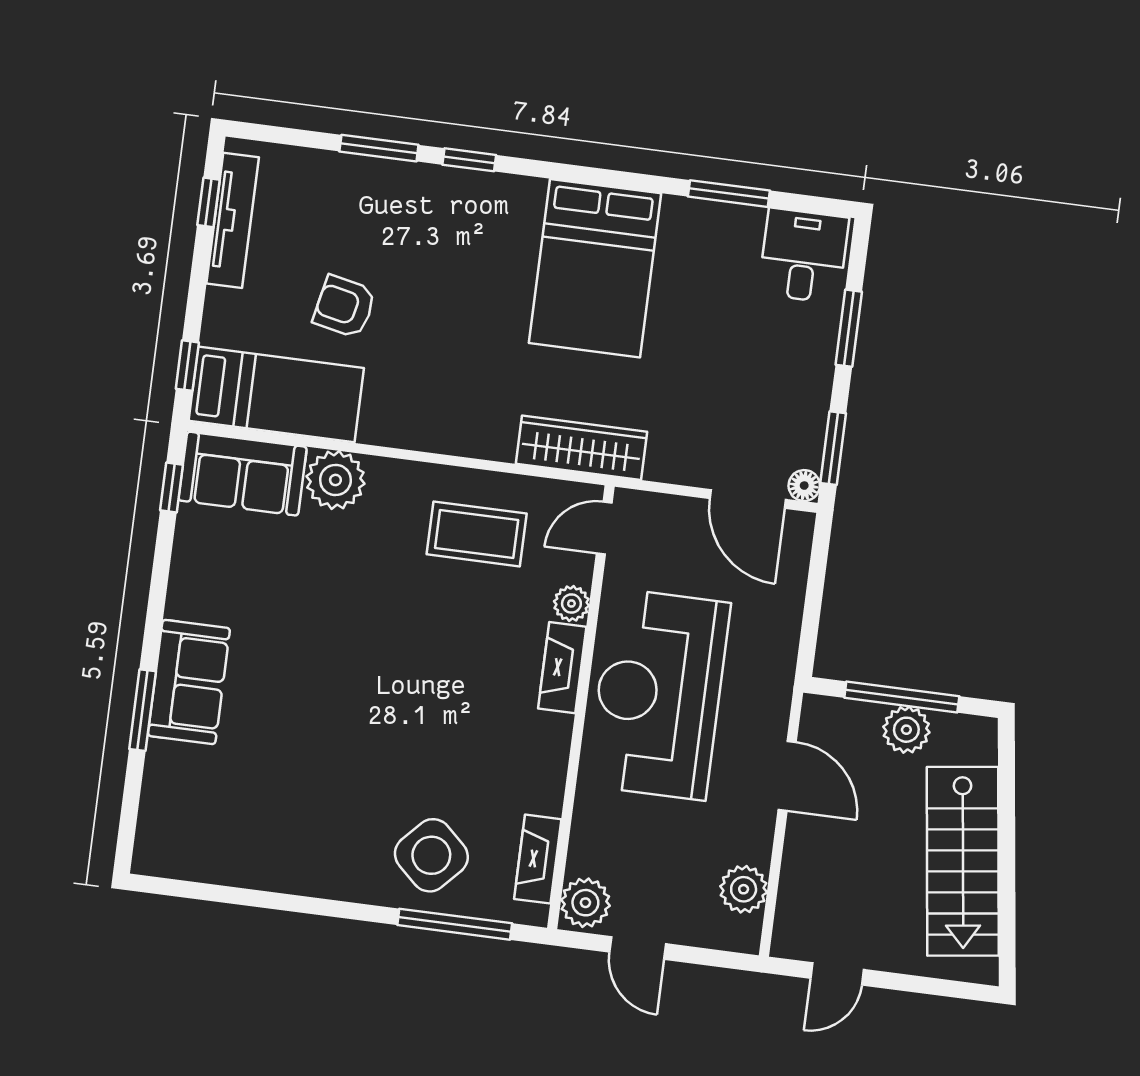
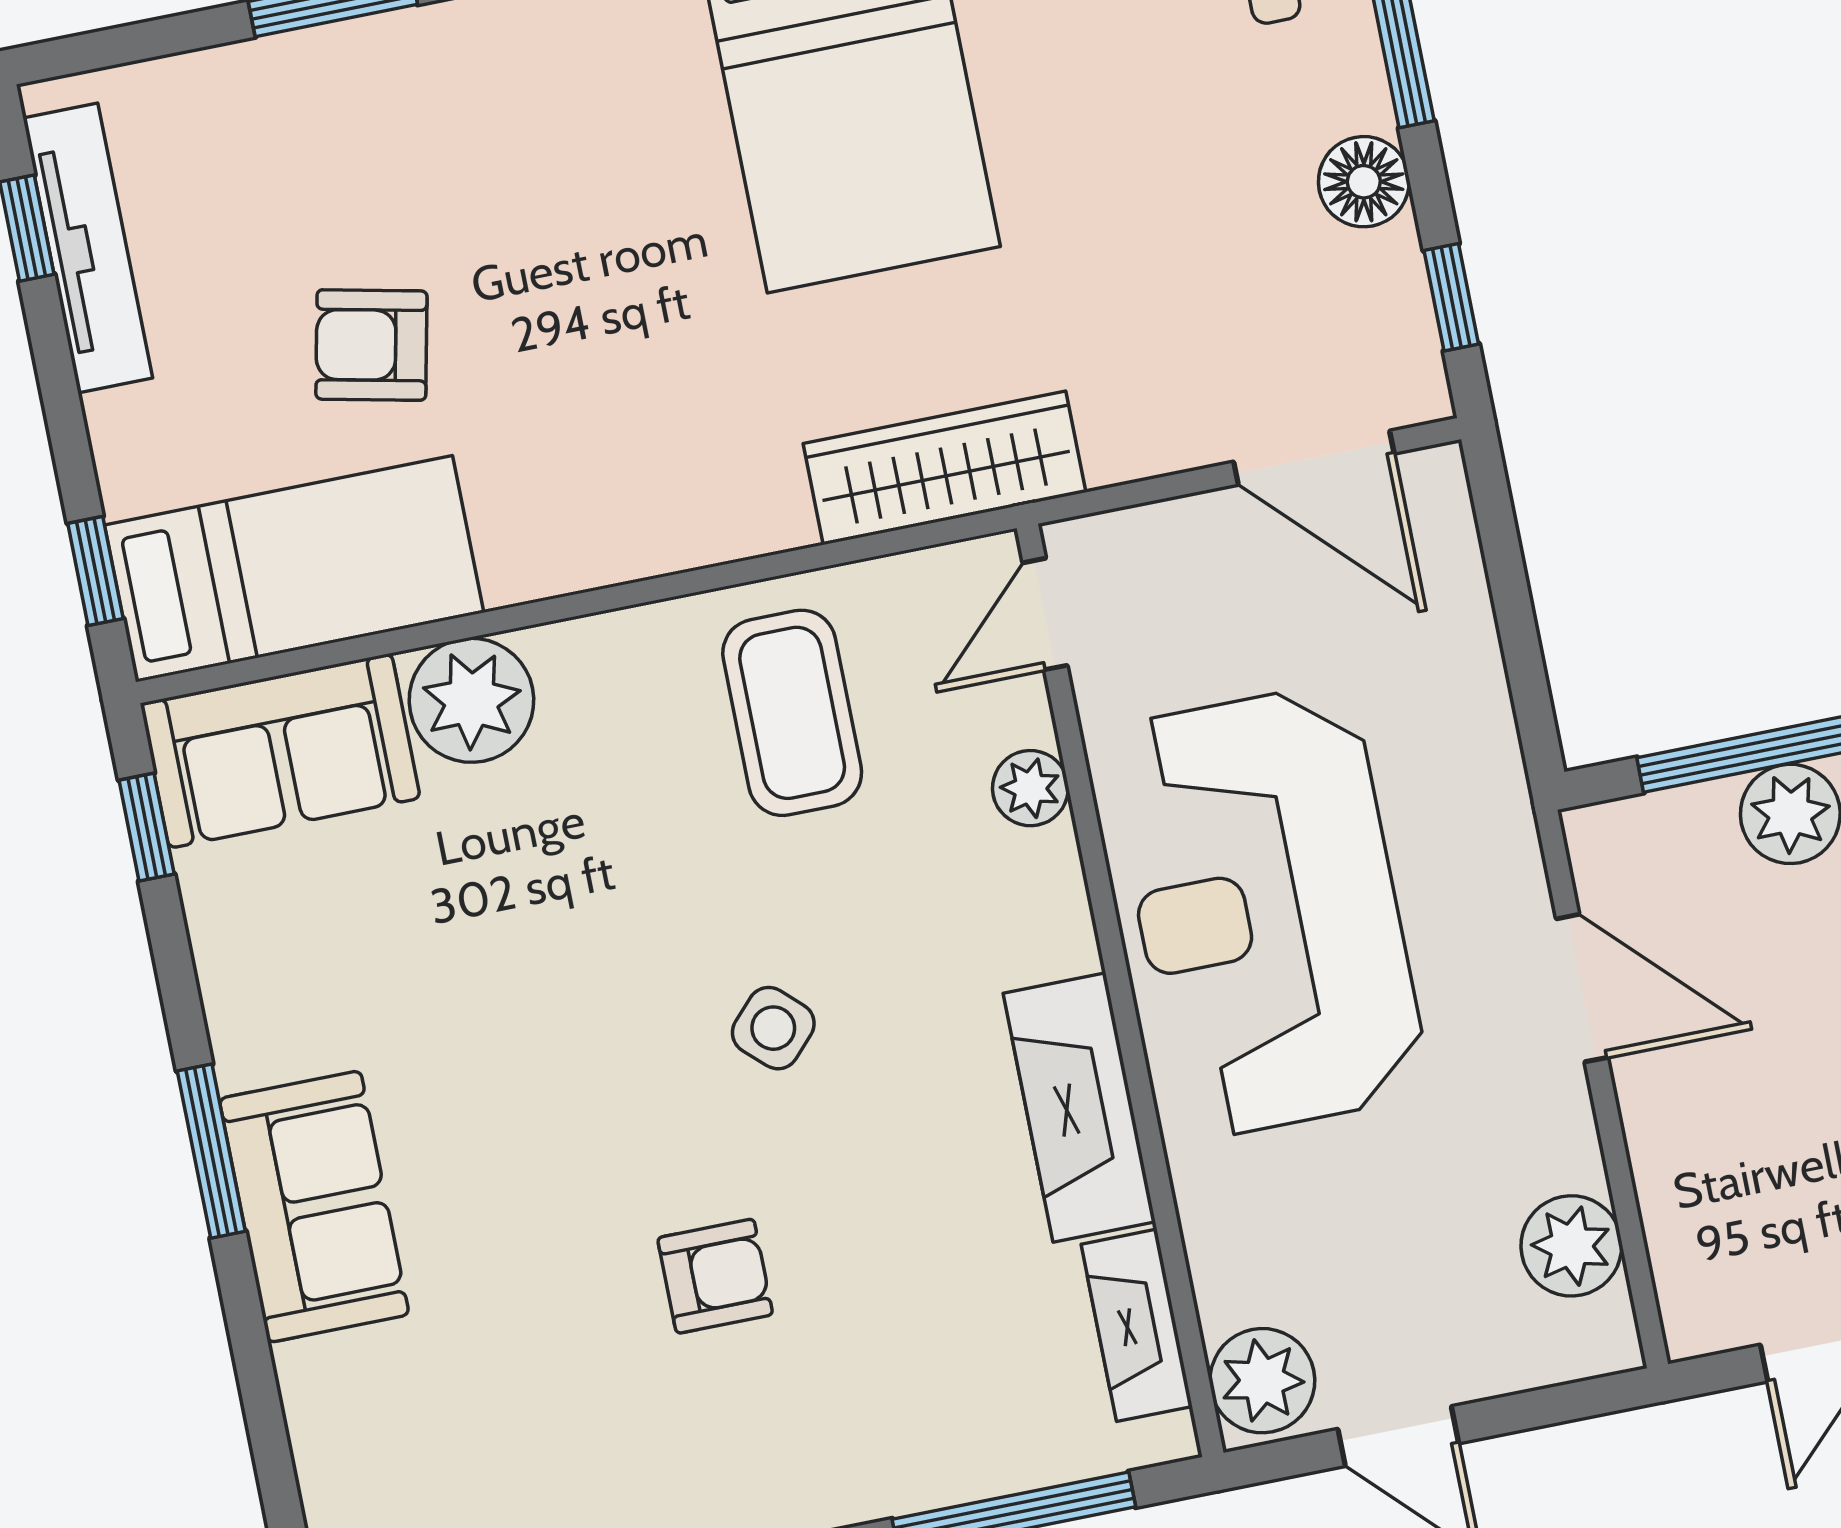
window: (833, 448) -> (1451, 297), width x0.67
floor lamp: (804, 486) -> (1364, 182), moved, width x1.37, depth x1.37
coffee table: (477, 534) -> (792, 713), turned 90
fireplace: (562, 668) -> (1079, 1108), moved, width x1.37, depth x1.32
window: (143, 710) -> (211, 1151), moved
armchair: (357, 774) -> (715, 1276), added
side table: (431, 855) -> (773, 1028), moved, width x0.54, depth x0.54

